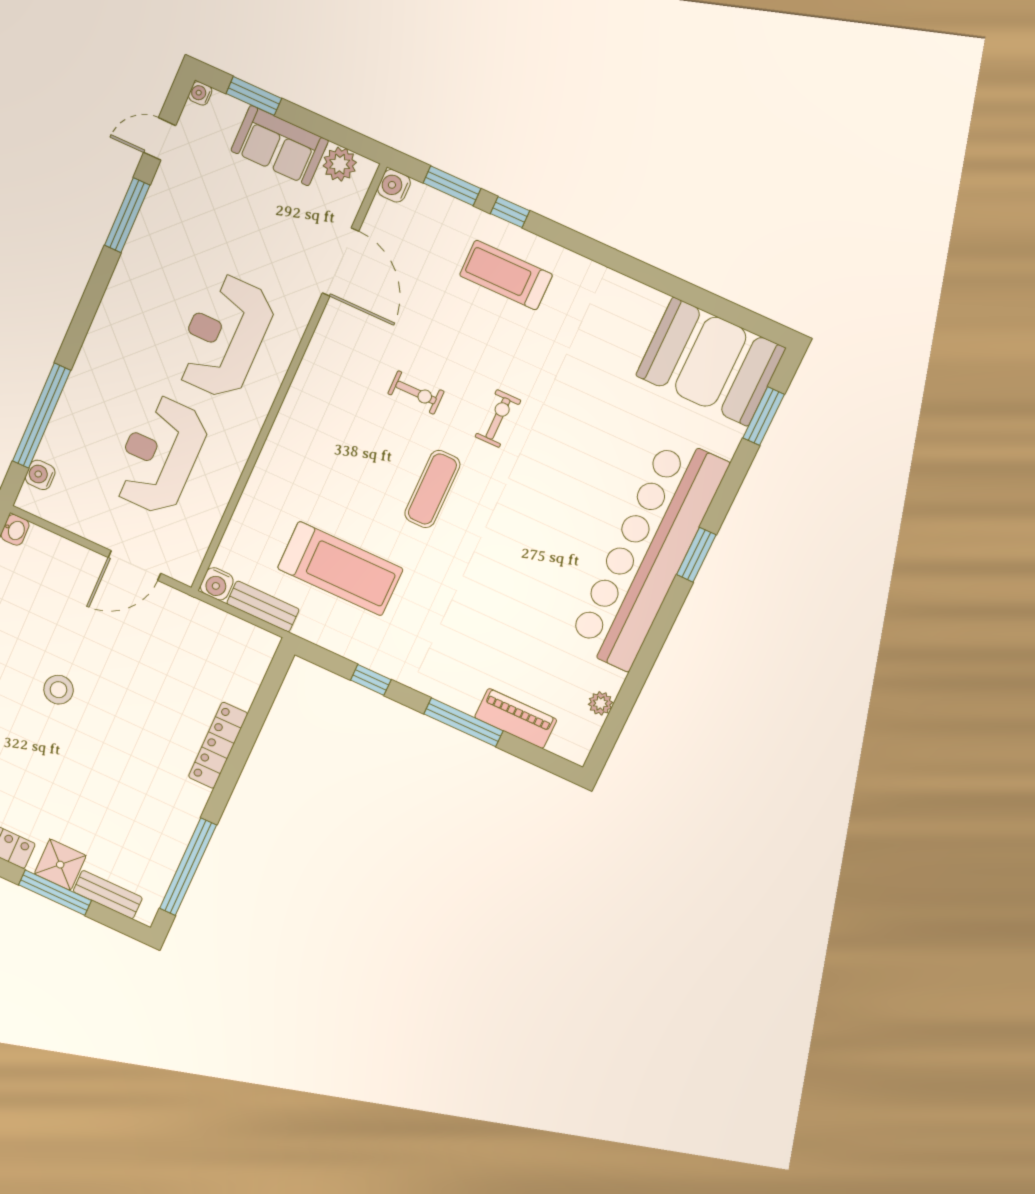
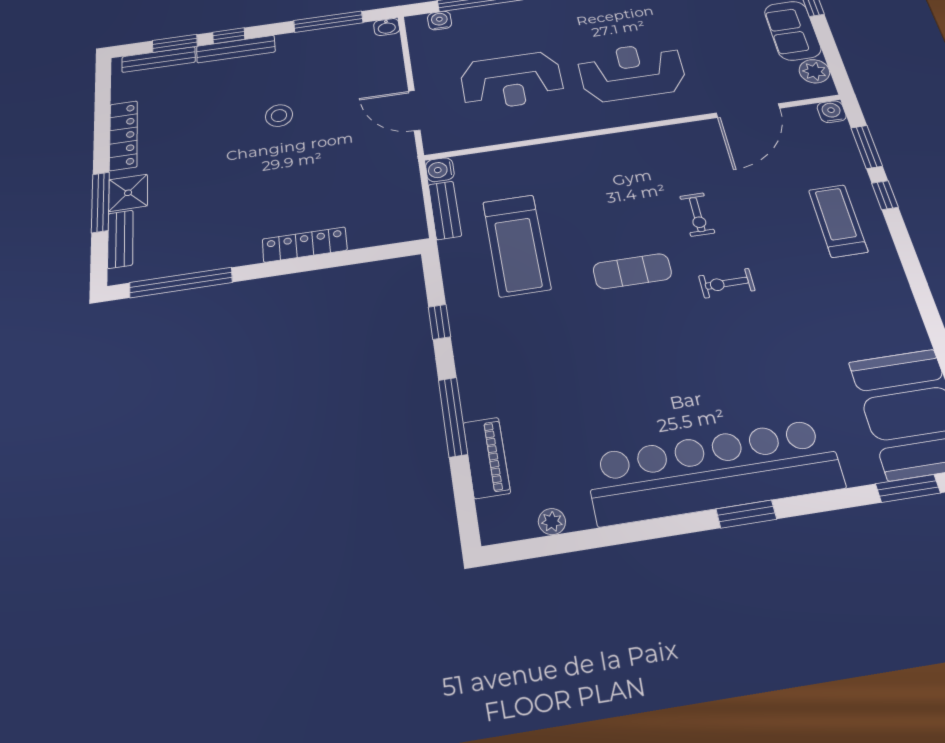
exercise bike: (498, 419) -> (727, 283), turned 180
reception desk: (160, 455) -> (512, 81), turned 180

